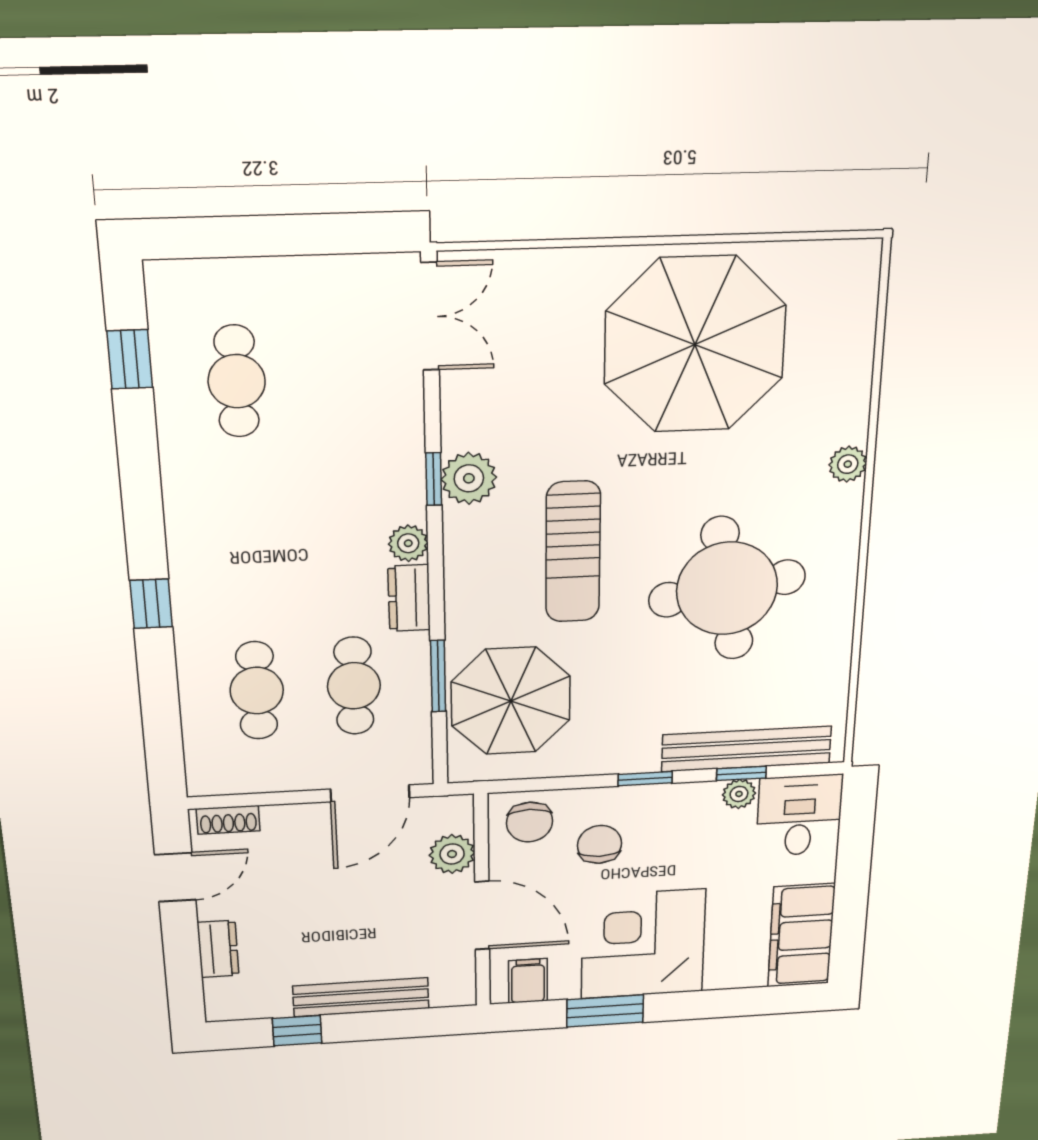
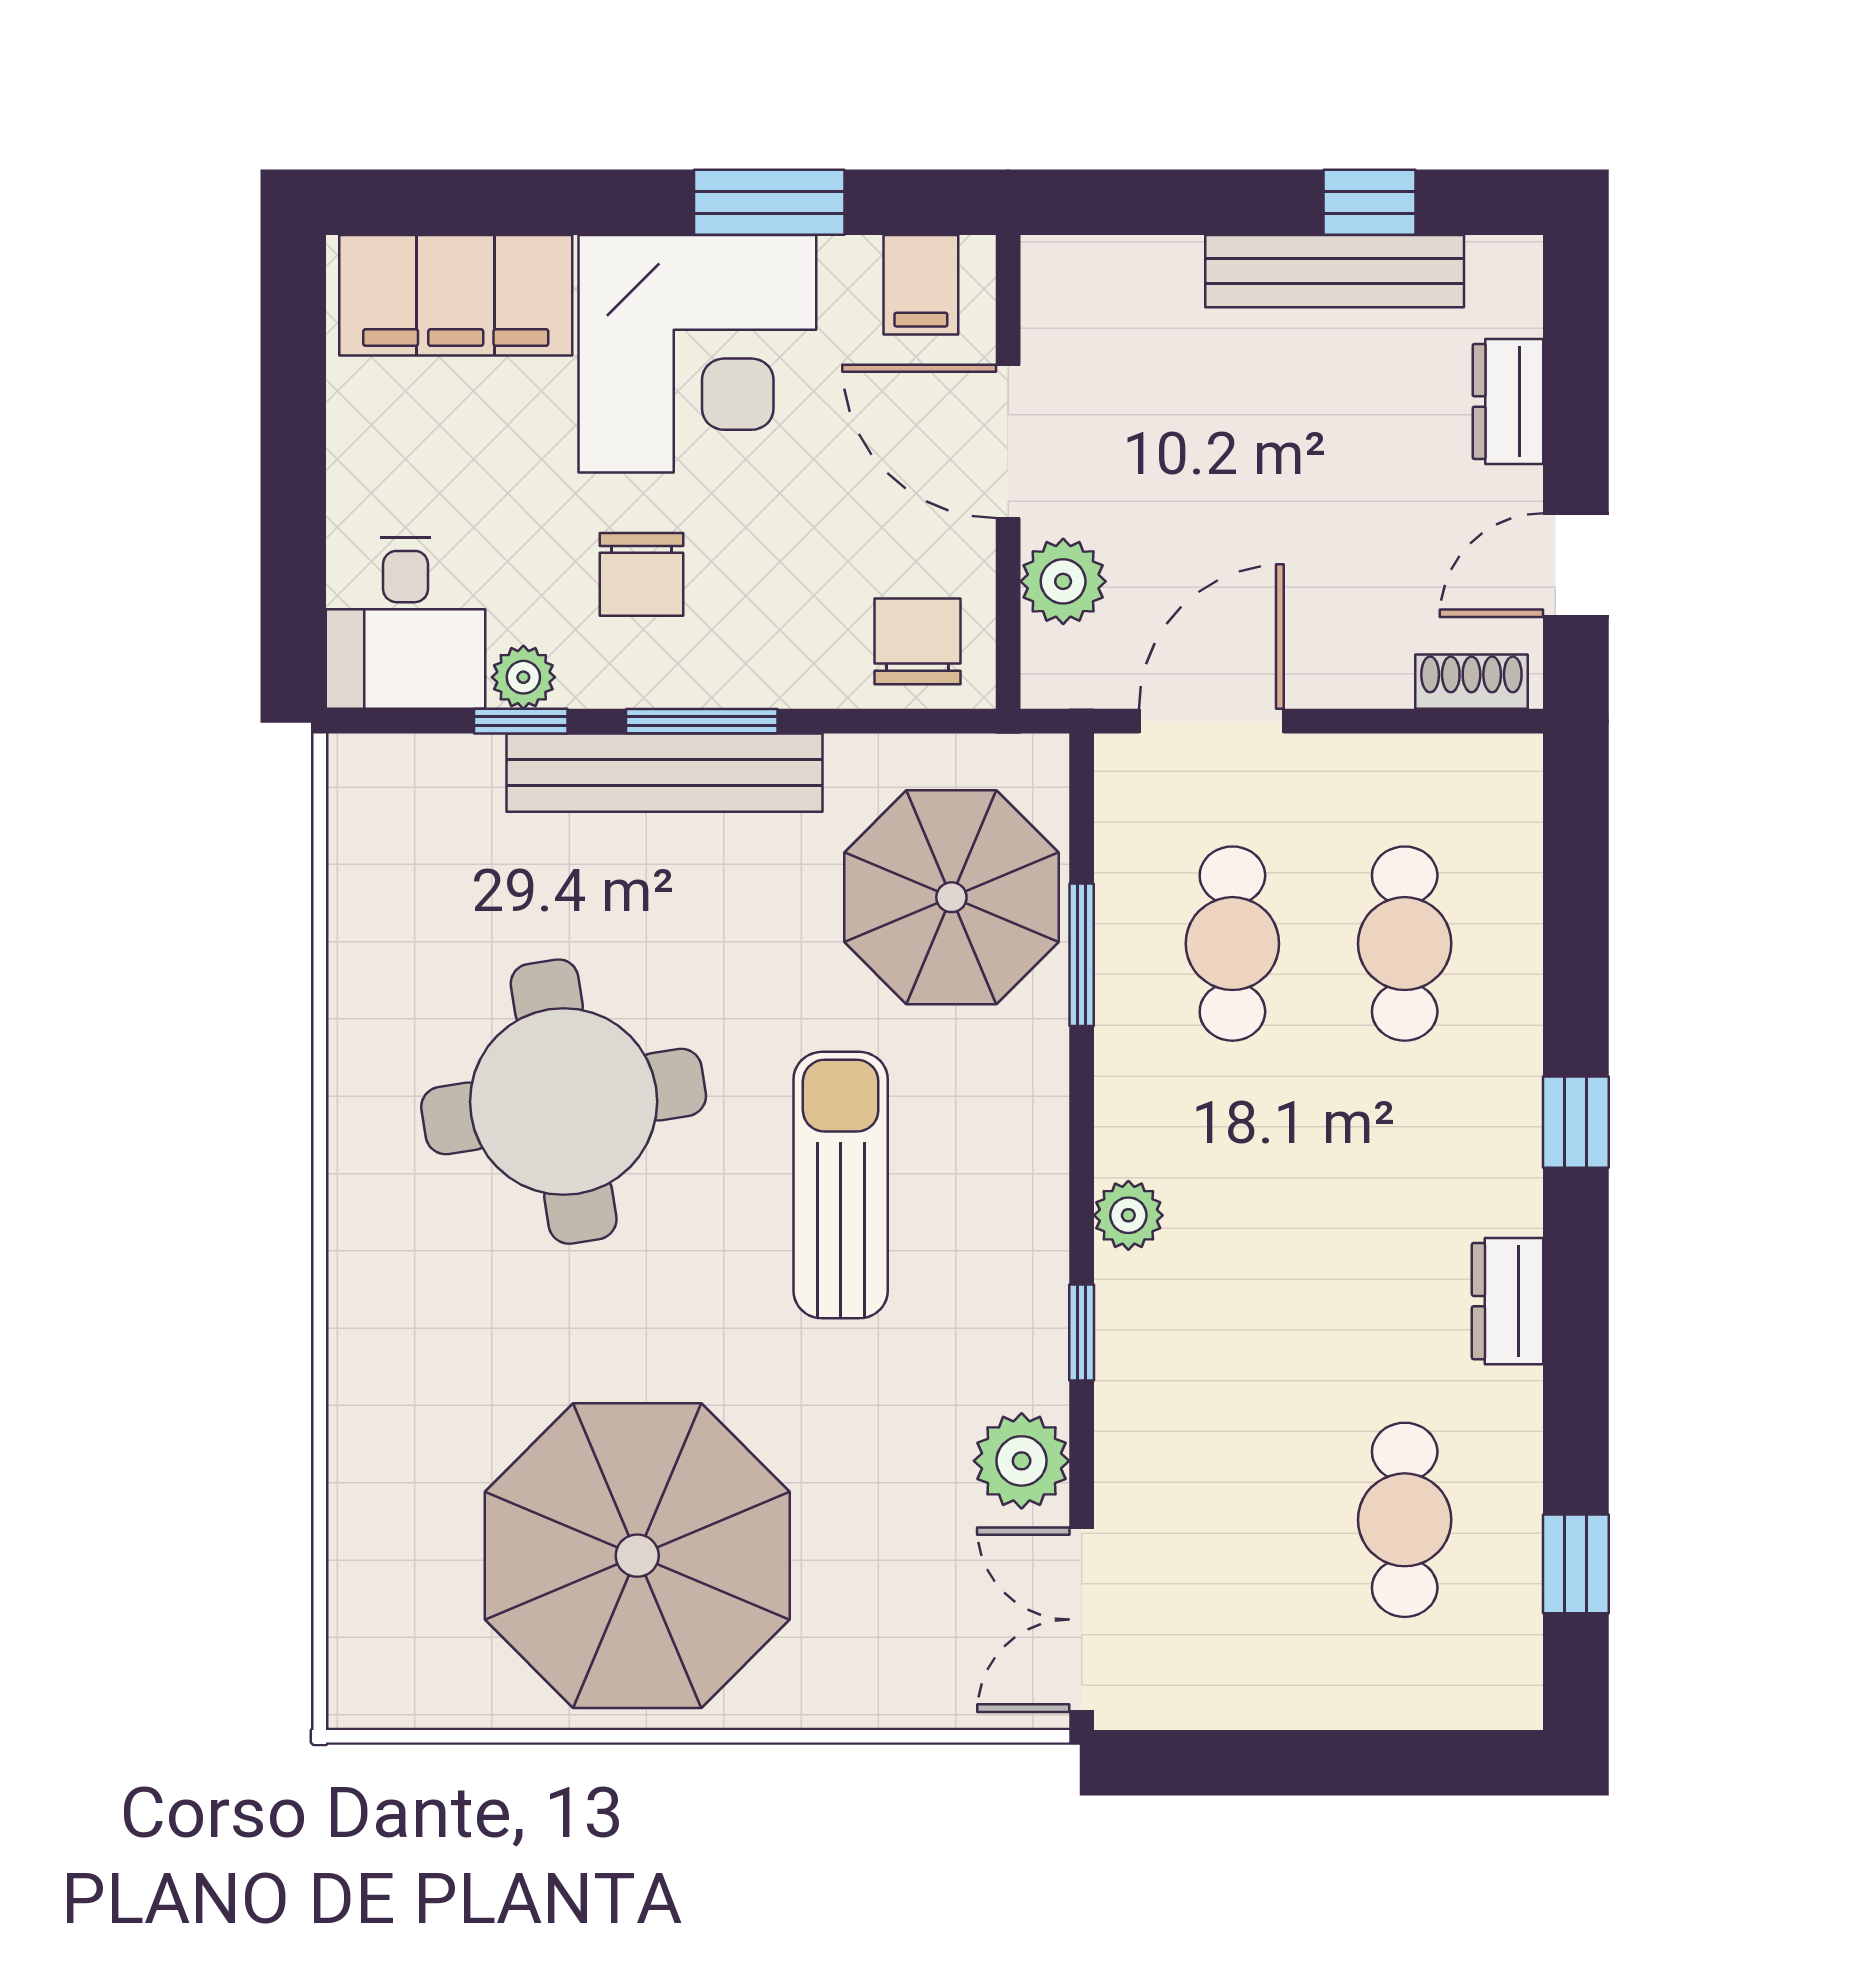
plant: (848, 464) -> (359, 1329), removed
plant: (469, 478) -> (1022, 1461), moved
dresser: (409, 598) -> (1508, 1301), moved, turned 180
bench: (746, 749) -> (664, 773), moved
window: (645, 779) -> (702, 721), width x1.50
chair: (599, 844) -> (641, 574), moved
filing cabinet: (801, 935) -> (456, 295), moved, turned 90
bench: (361, 997) -> (1335, 271), moved

